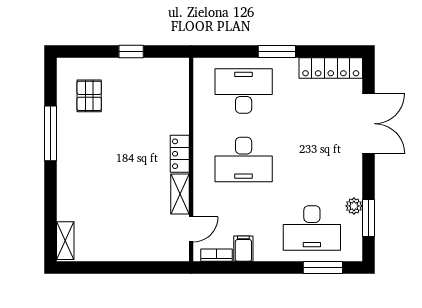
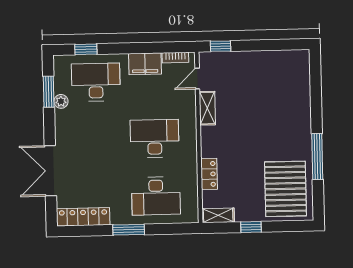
pallet: (89, 96) -> (285, 189), width x2.05, depth x2.00
locker: (180, 154) -> (209, 174), moved
shelving: (65, 241) -> (218, 215), moved, turned 90
filing cabinet: (243, 249) -> (145, 64), width x2.00
window: (163, 267) -> (221, 46), added
window: (323, 267) -> (86, 49), width x0.67

